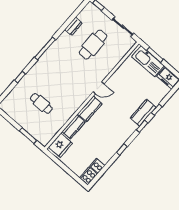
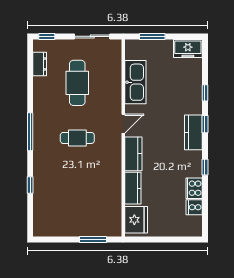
dresser: (73, 26) -> (40, 64), moved
kitchen sink: (148, 61) -> (135, 82), moved, turned -90
cafe table: (41, 103) -> (77, 138), moved
kitchen counter: (143, 113) -> (193, 132), moved
cooker: (88, 176) -> (194, 188), moved

